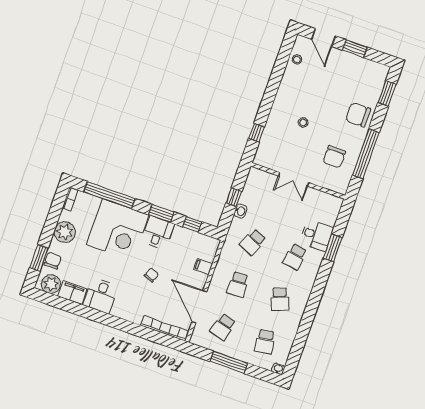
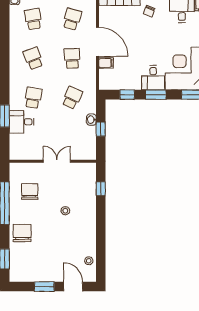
chair: (358, 115) -> (22, 233), turned -90
chair: (151, 275) -> (149, 11), moved
door: (199, 307) -> (97, 42), moved

